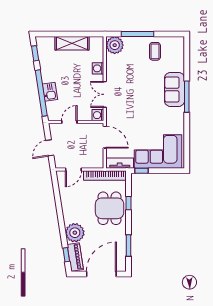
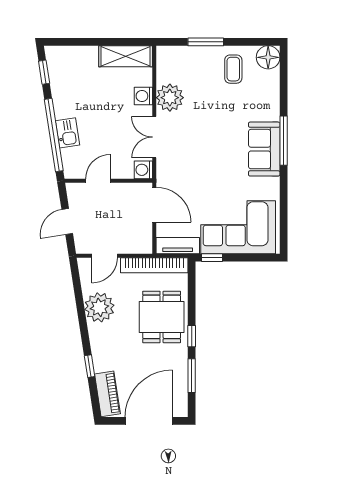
window: (137, 34) -> (206, 42), width x0.69
shelving: (72, 43) -> (126, 56), moved
floor lamp: (177, 44) -> (268, 57), added
plant: (115, 45) -> (170, 98), moved
sofa: (174, 89) -> (264, 149), moved
window: (129, 203) -> (192, 336), moved
plant: (75, 233) -> (99, 307), moved
window: (66, 255) -> (90, 366), moved

